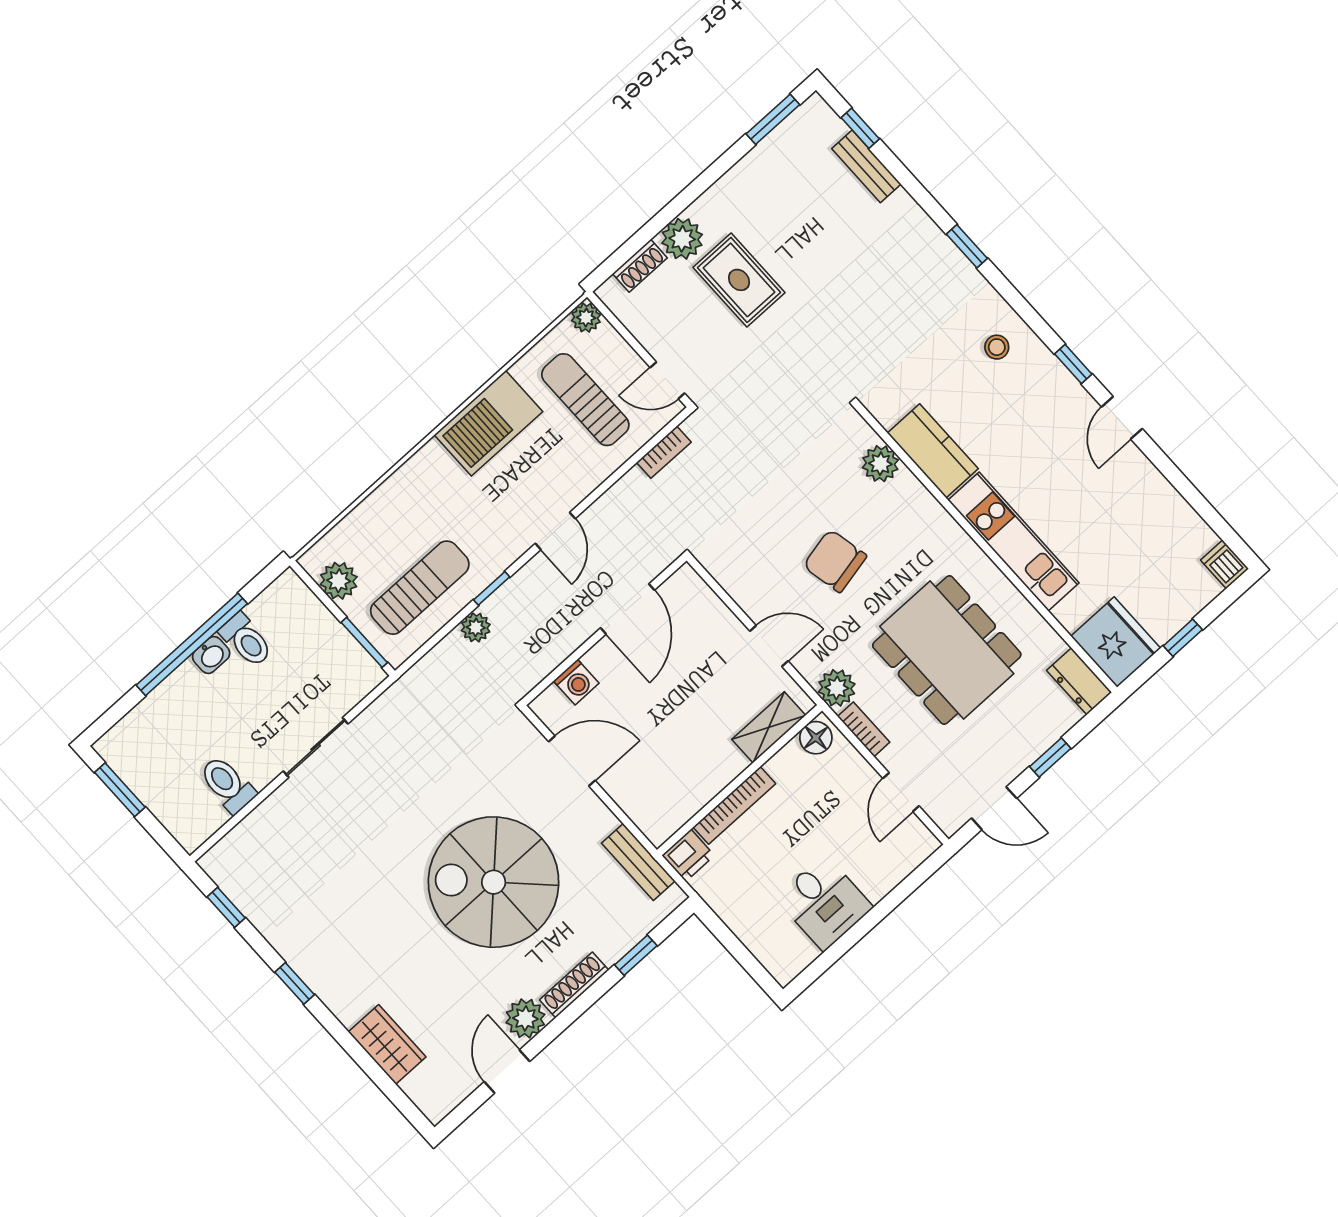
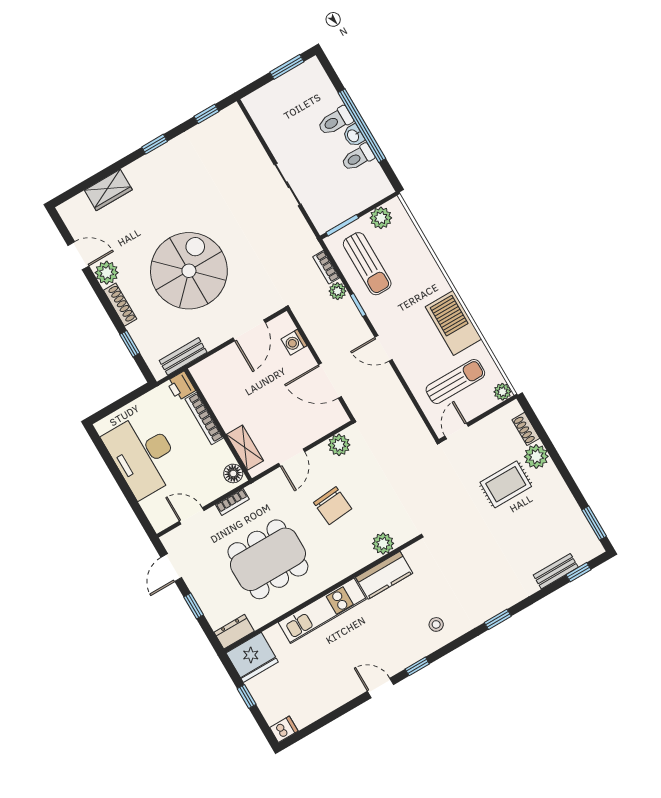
bookcase: (664, 452) -> (326, 267), moved
chair: (835, 561) -> (333, 506), turned 97
plant: (837, 688) -> (339, 445), moved
toilet: (227, 785) -> (335, 121), moved, turned 180
desk: (824, 903) -> (143, 455), width x1.87, depth x1.30

